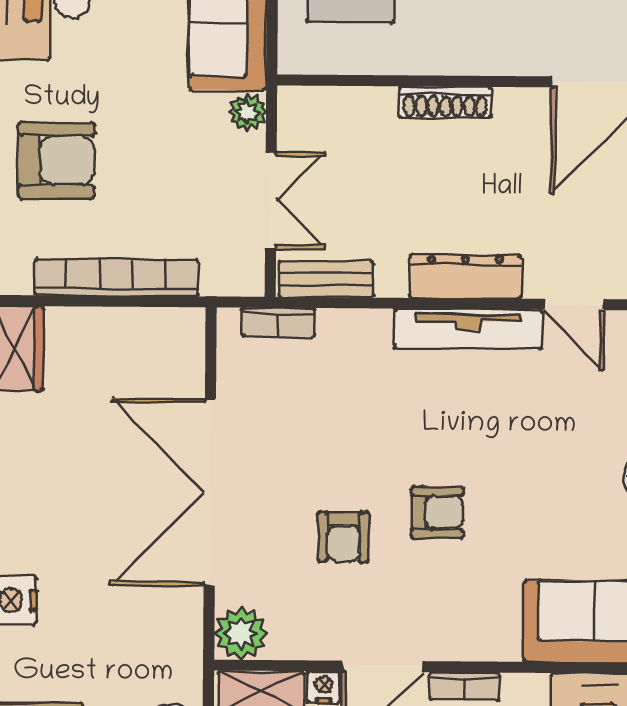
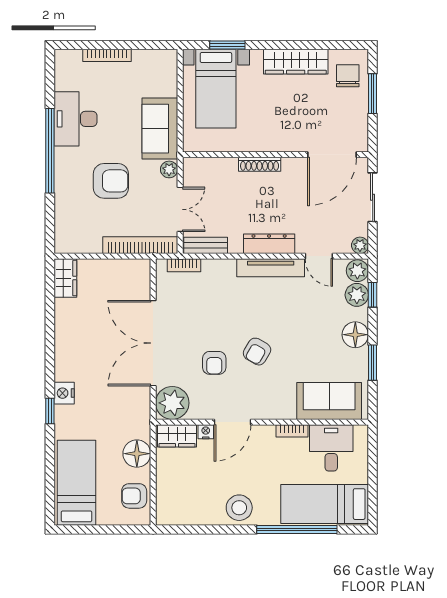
armchair: (57, 160) -> (111, 181), moved
bookcase: (116, 277) -> (140, 245), moved
armchair: (437, 512) -> (257, 352), turned 120
plant: (241, 633) -> (172, 403), width x1.36, depth x1.36
bookcase: (465, 686) -> (292, 431), moved

